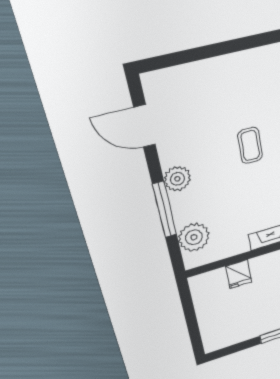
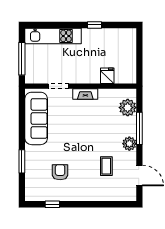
coffee table: (250, 145) -> (106, 166), moved

